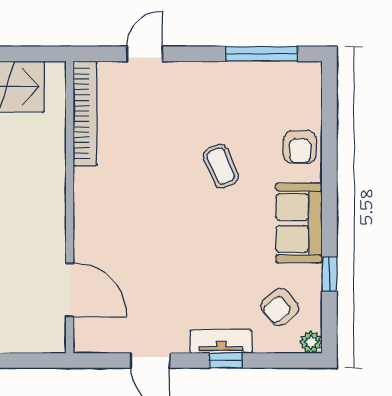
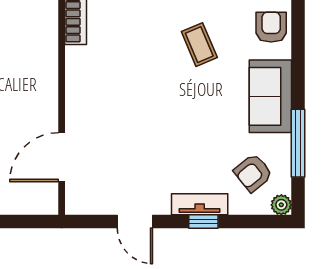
armchair: (300, 147) -> (271, 27), turned 180
window: (329, 274) -> (298, 143), width x2.17
door: (70, 290) -> (62, 157), swing flipped

